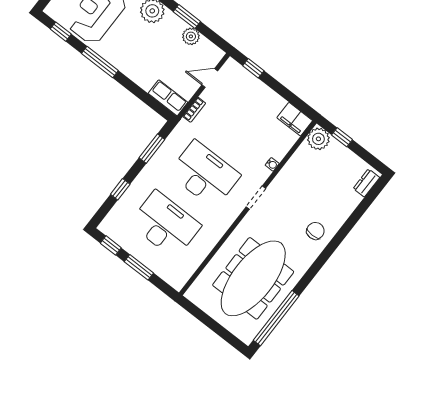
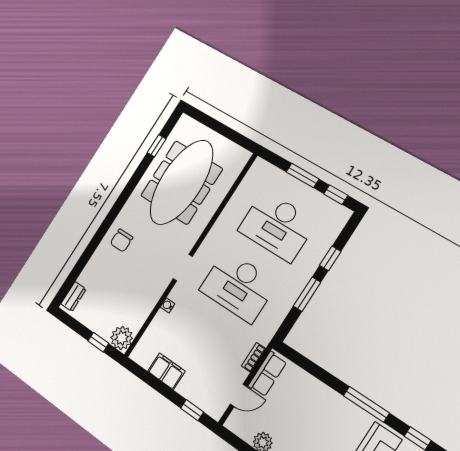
row of seats: (168, 98) -> (267, 374), moved, turned -90
filing cabinet: (295, 119) -> (166, 371), moved
window: (152, 149) -> (307, 294), moved
window: (276, 318) -> (157, 146), width x0.32

